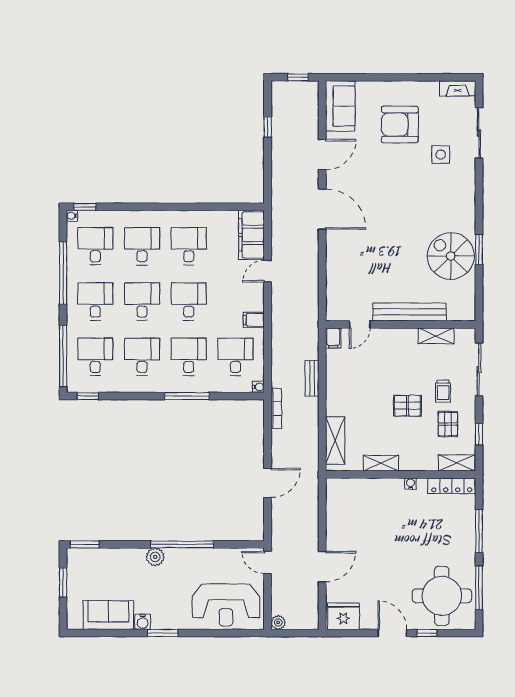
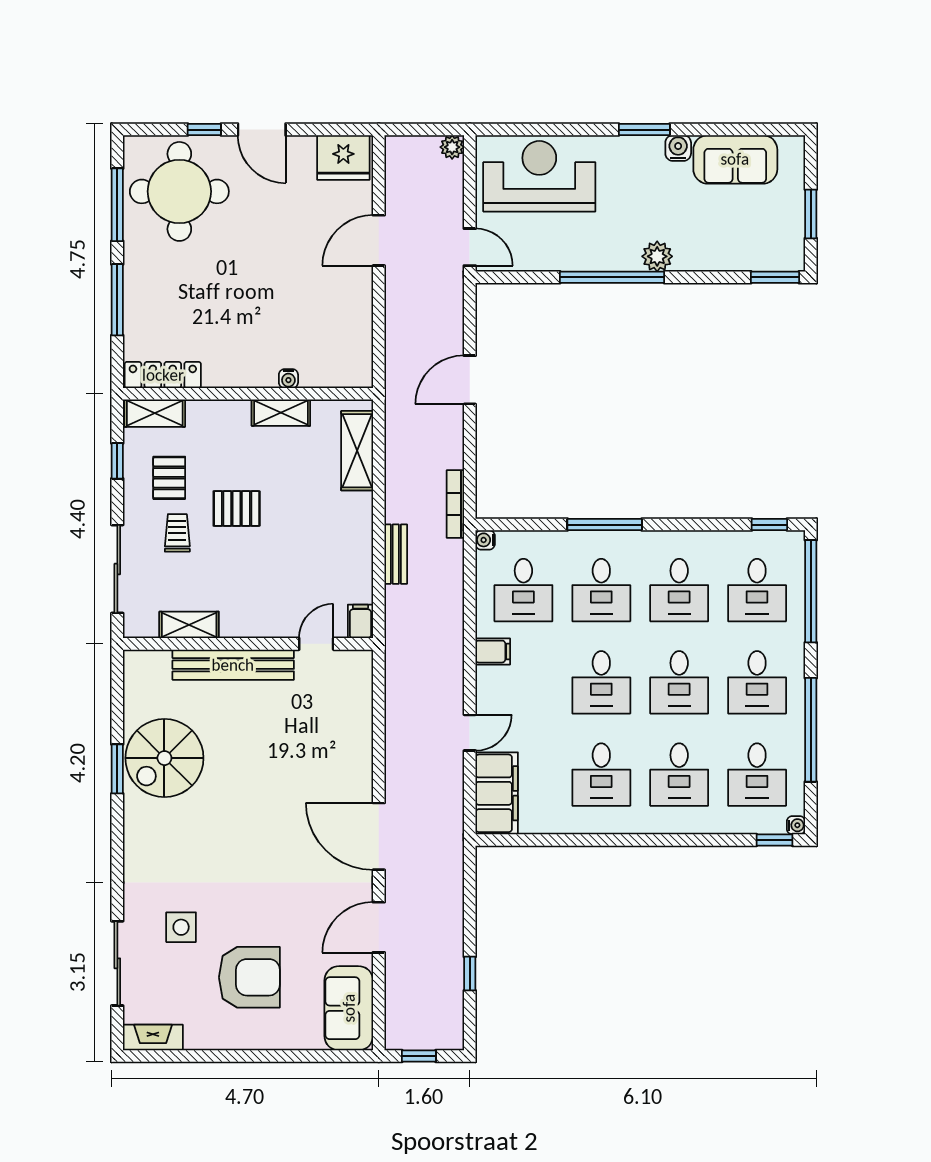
spiral stairs: (451, 256) -> (164, 758), turned 90
water cooler: (410, 484) -> (288, 379), moved

